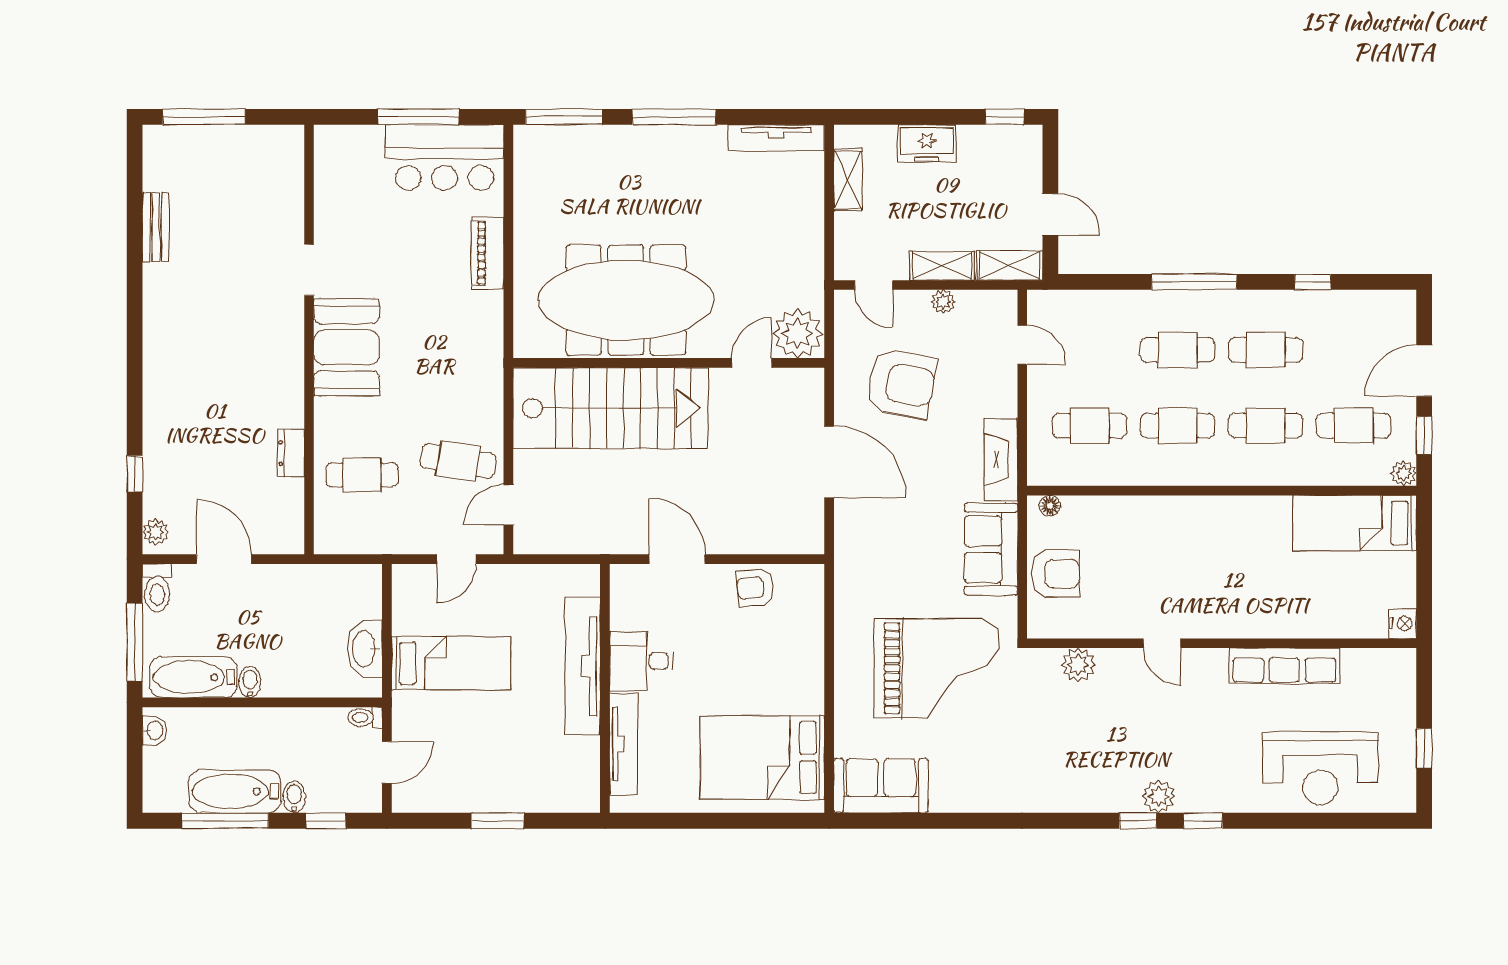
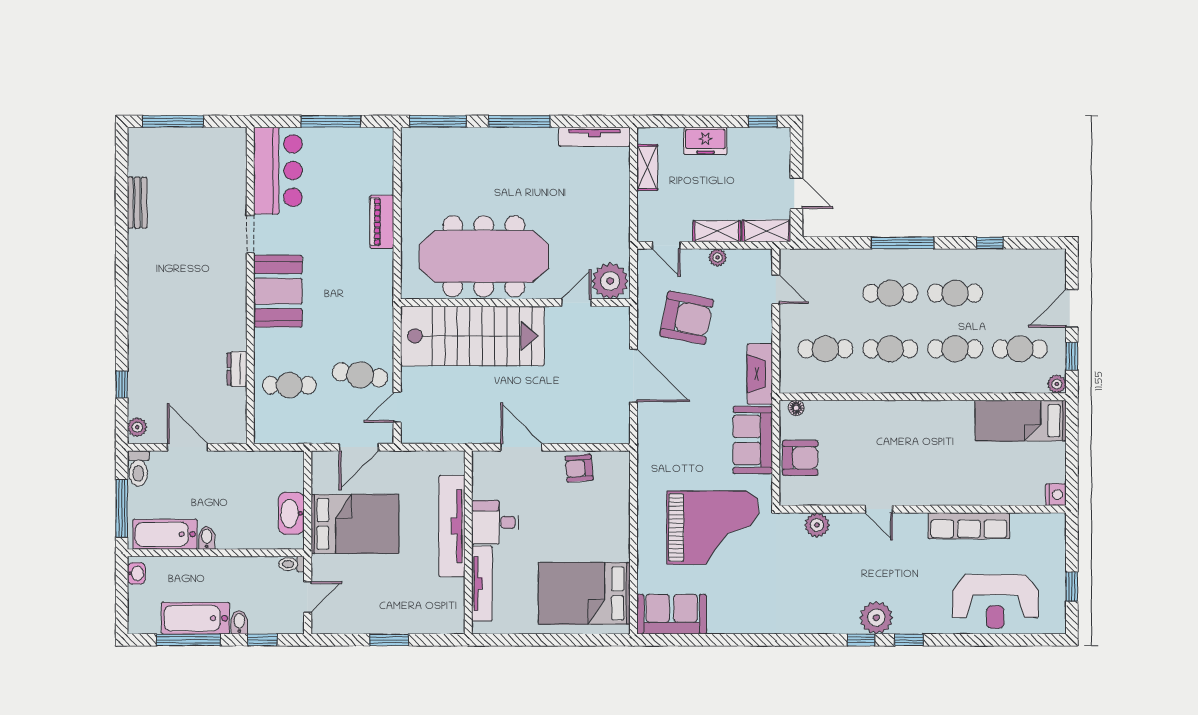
bar counter: (445, 157) -> (278, 171), moved, turned -90
door: (456, 559) -> (359, 447), width x1.38
bed: (451, 663) -> (355, 524), width x1.50
plant: (1159, 796) -> (876, 618), width x1.36, depth x1.36

